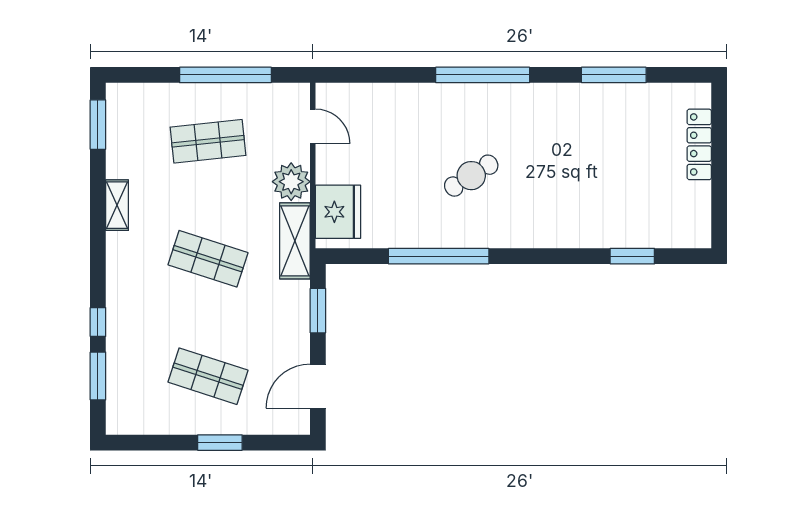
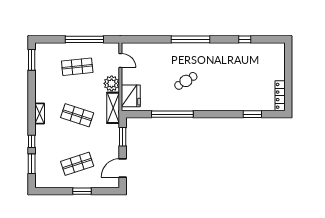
window: (614, 75) -> (245, 39), width x0.46
locker: (699, 144) -> (280, 96), moved
shelving: (117, 205) -> (40, 113), moved
shop shelf: (208, 376) -> (77, 164), turned -36

